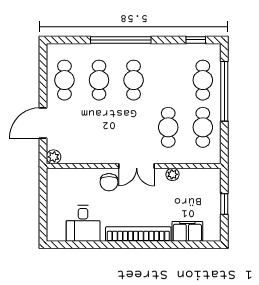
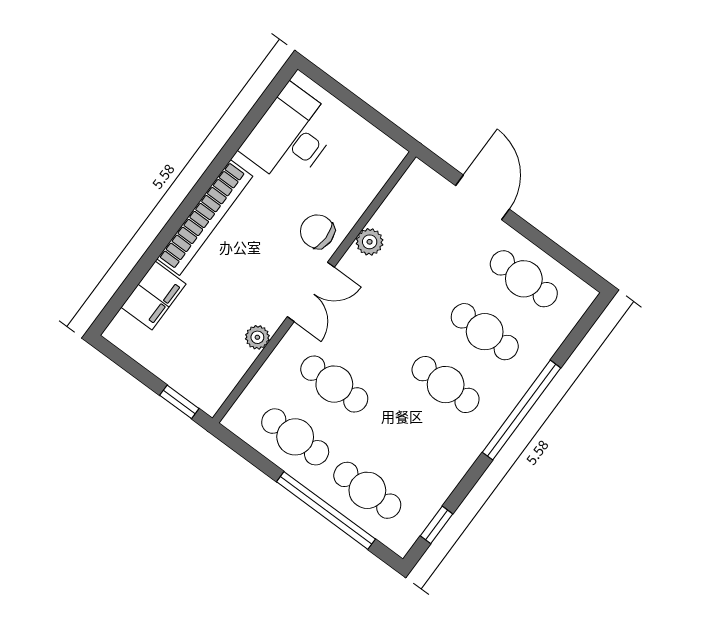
plant: (53, 157) -> (370, 242), moved
double door: (137, 166) -> (311, 292), swing flipped
window: (224, 204) -> (179, 402), moved
desk: (83, 223) -> (291, 136), width x1.37

